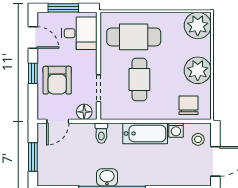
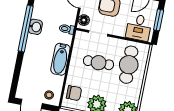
washing machine: (176, 130) -> (58, 81), removed

